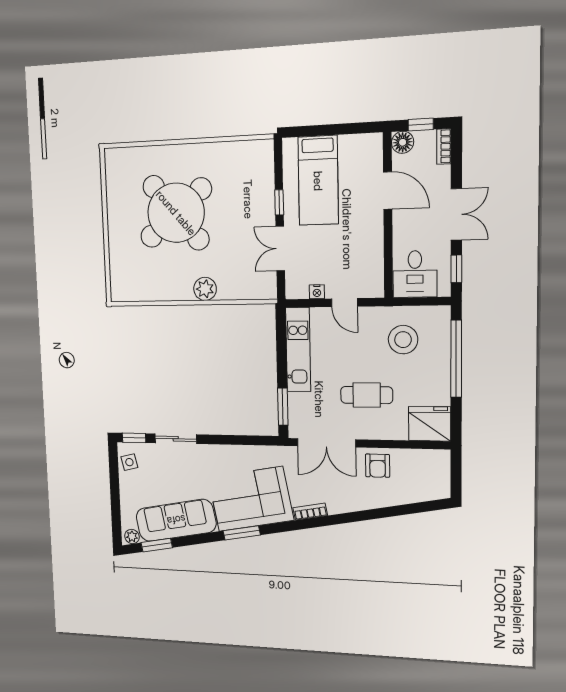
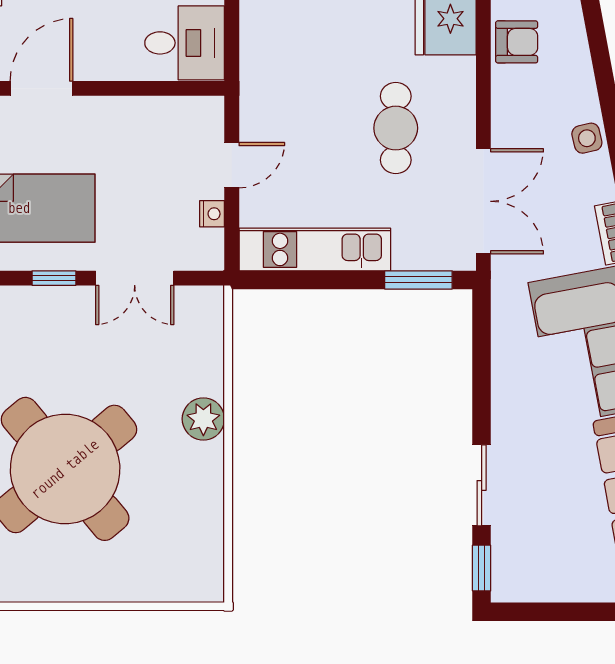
stool: (403, 340) -> (298, 64), removed
side table: (129, 462) -> (587, 138), moved
armchair: (378, 466) -> (517, 42), moved

